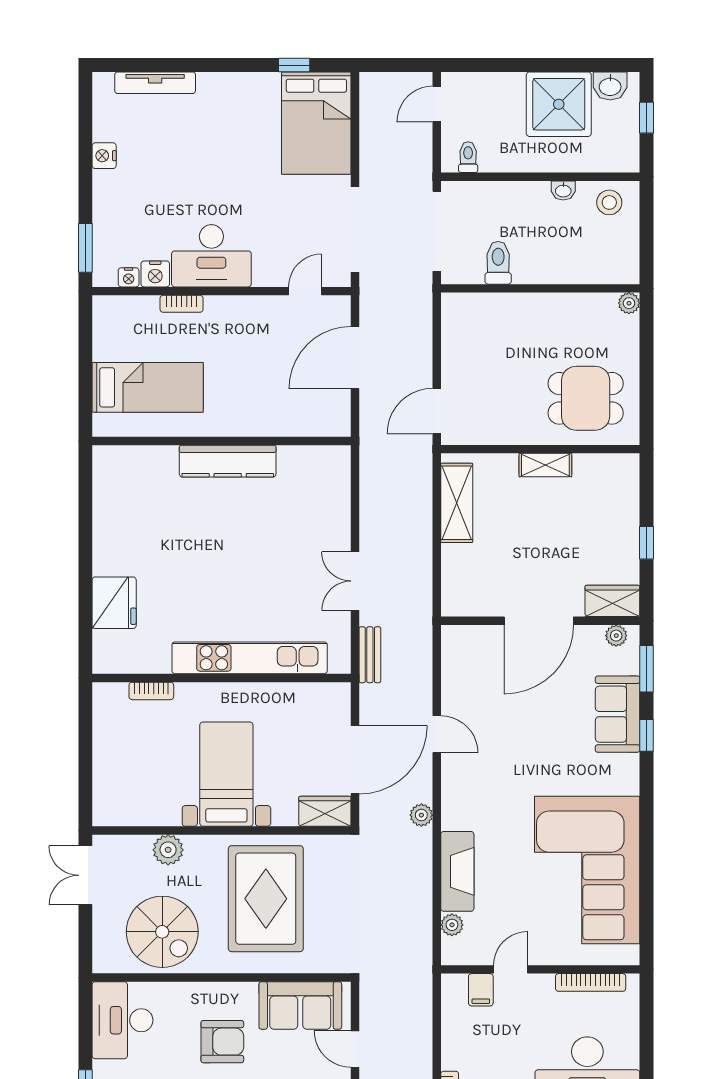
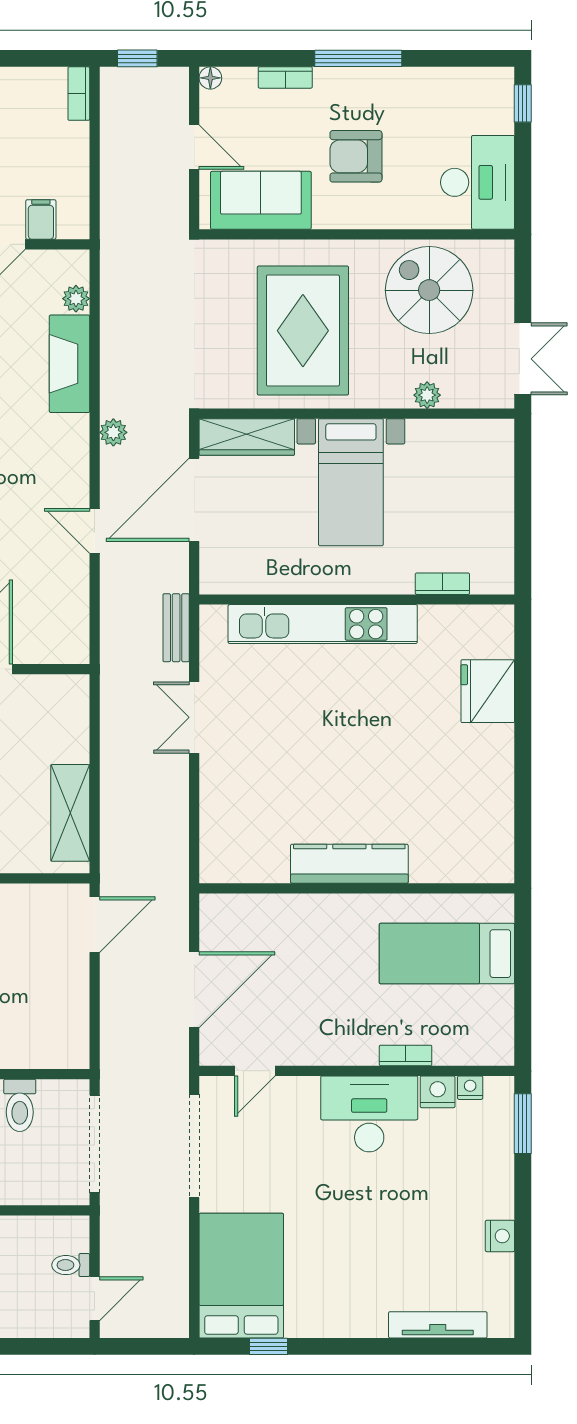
toilet: (468, 157) -> (71, 1265), moved, turned 90
double door: (355, 581) -> (194, 717), swing flipped
wardrobe: (325, 811) -> (247, 437), width x1.50
plant: (168, 850) -> (427, 395), width x0.73, depth x0.73

